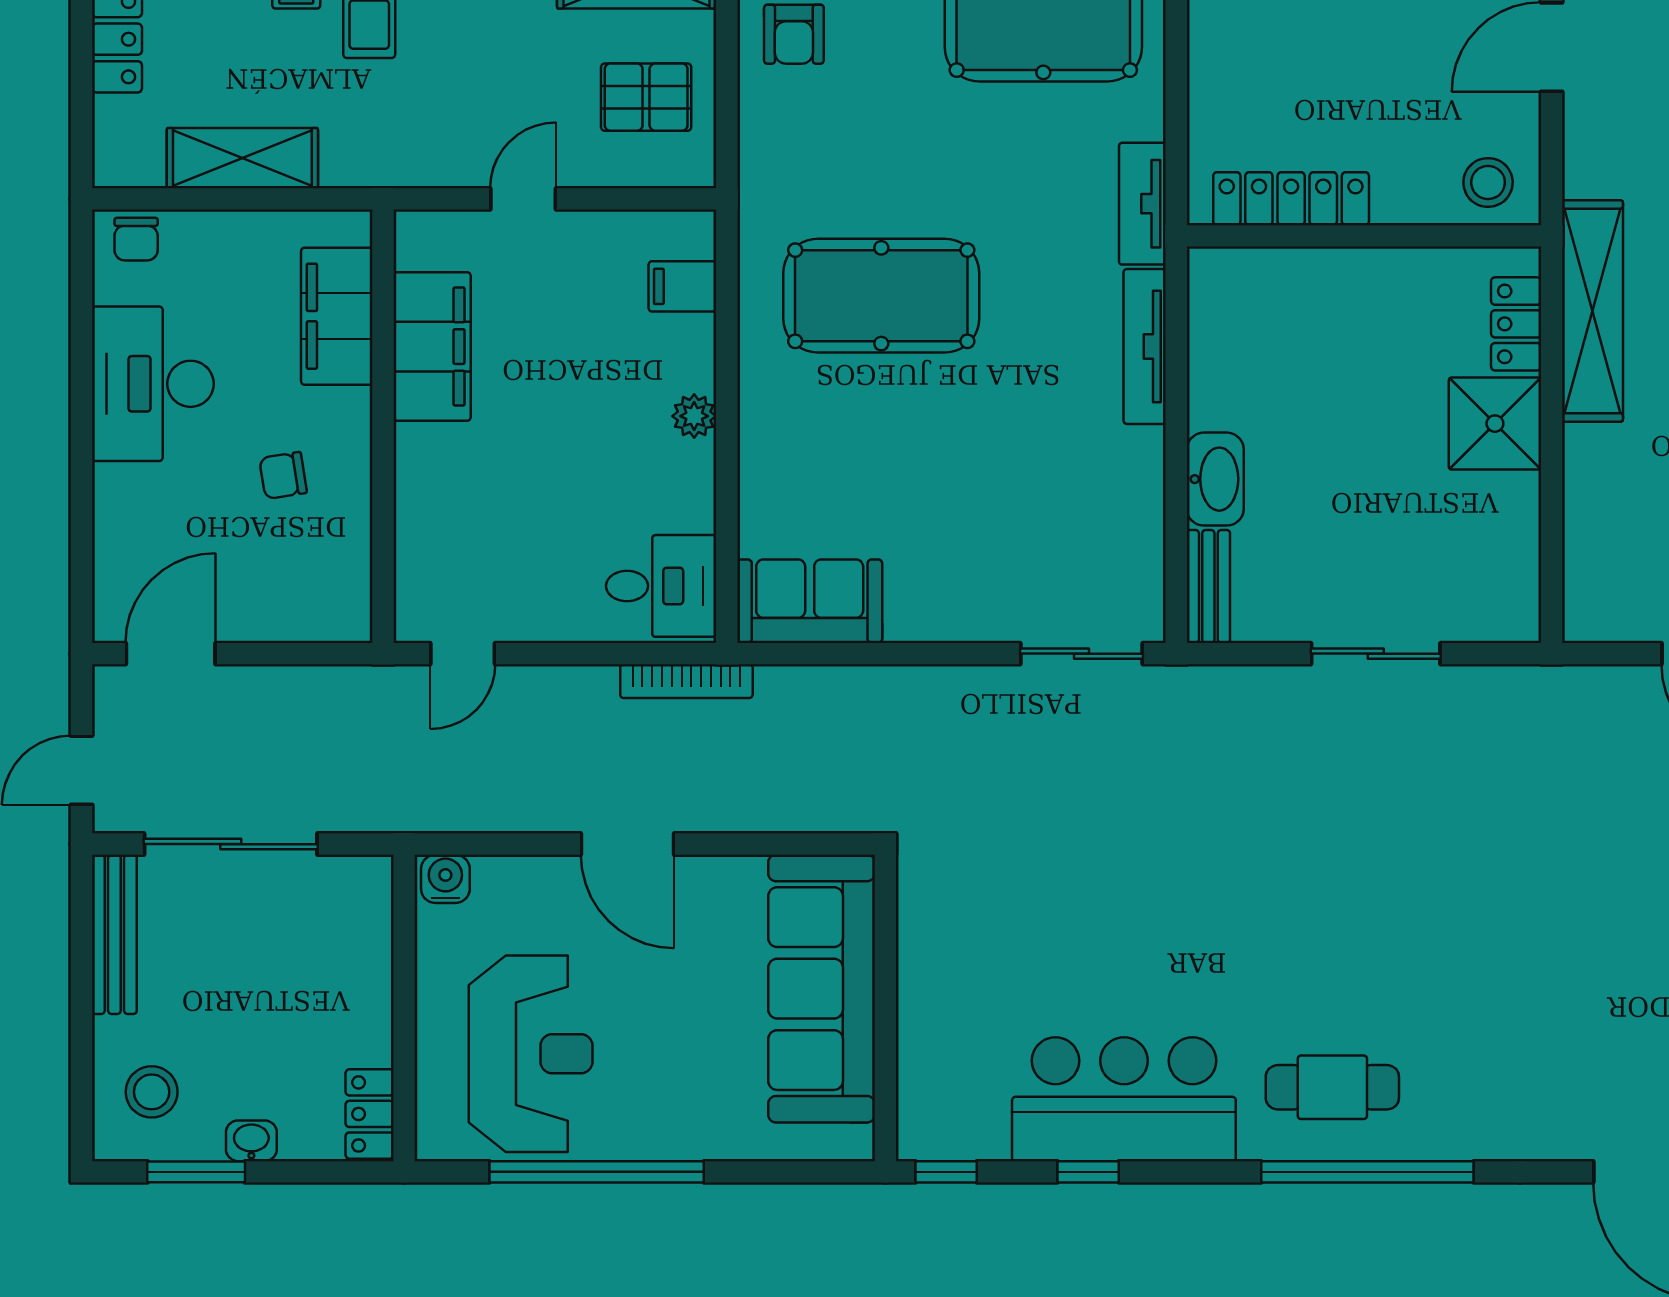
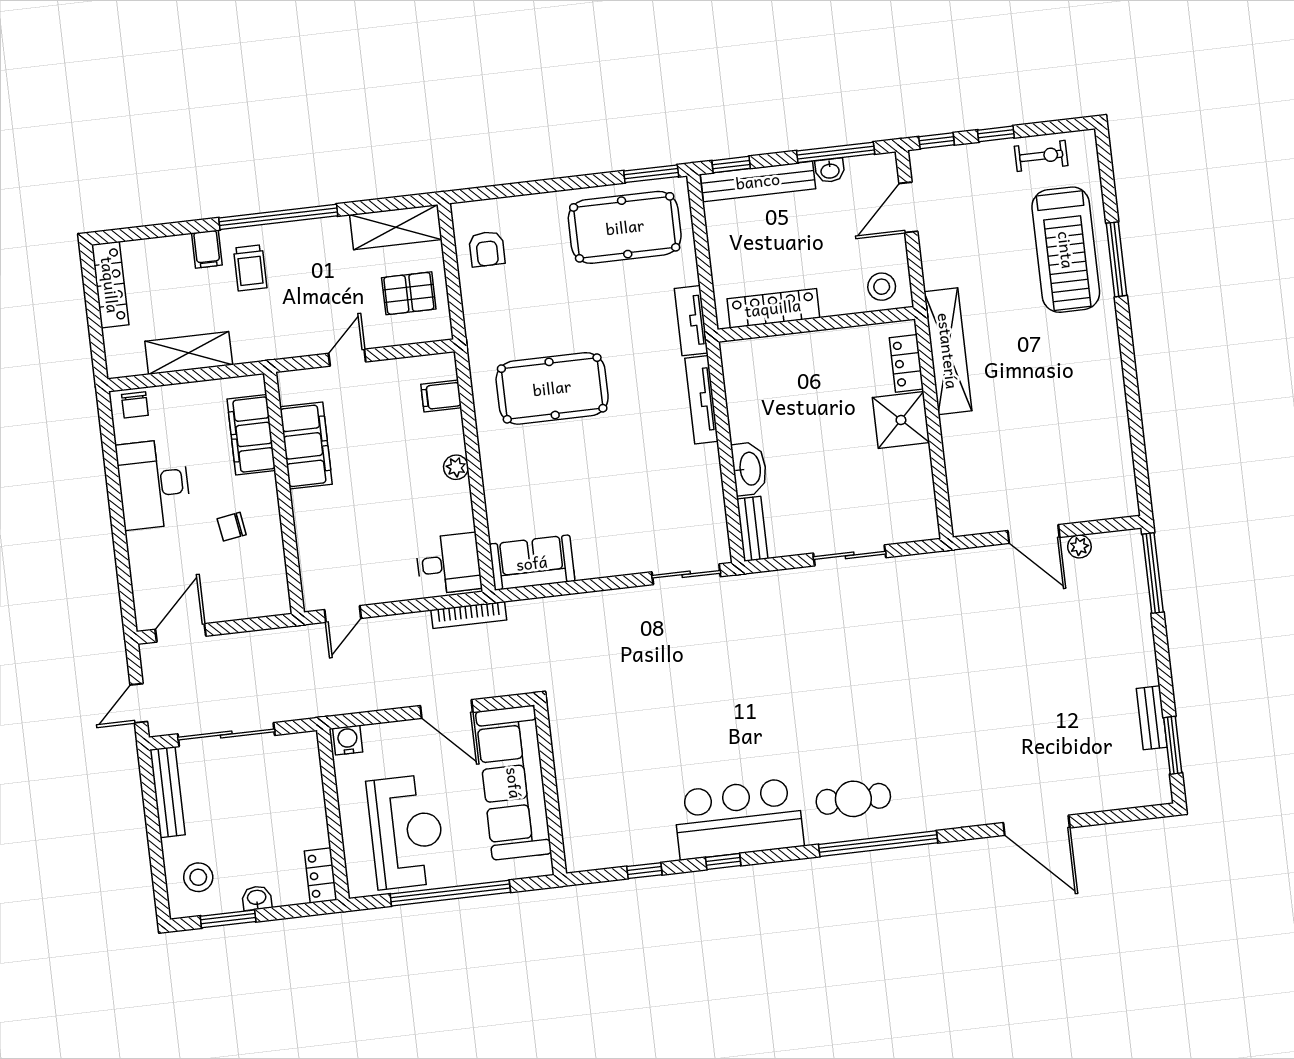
sofa: (822, 989) -> (514, 783), moved
wall: (885, 1008) -> (550, 789), moved

